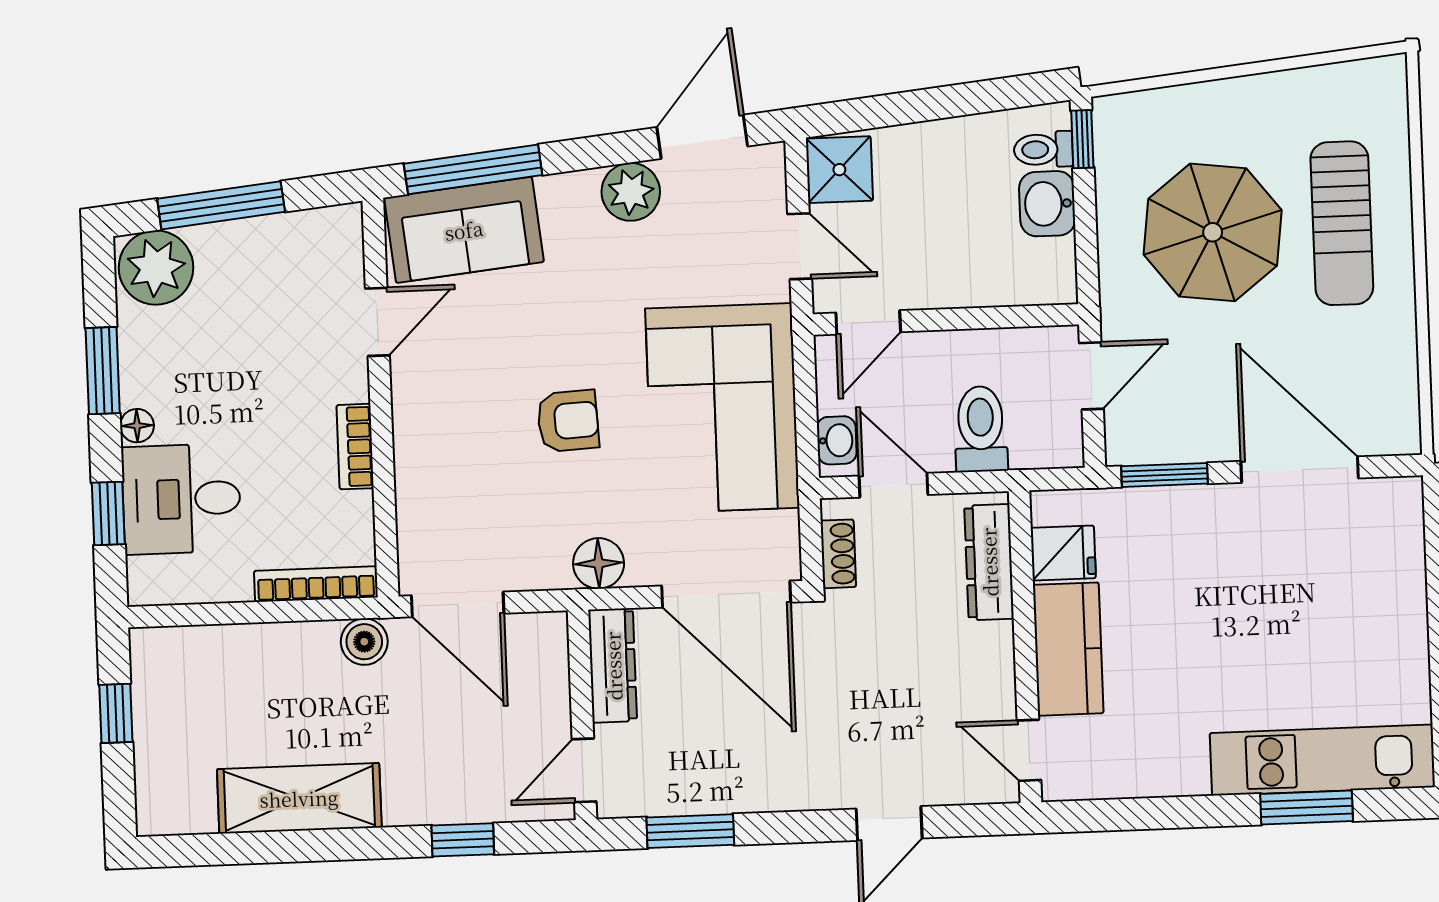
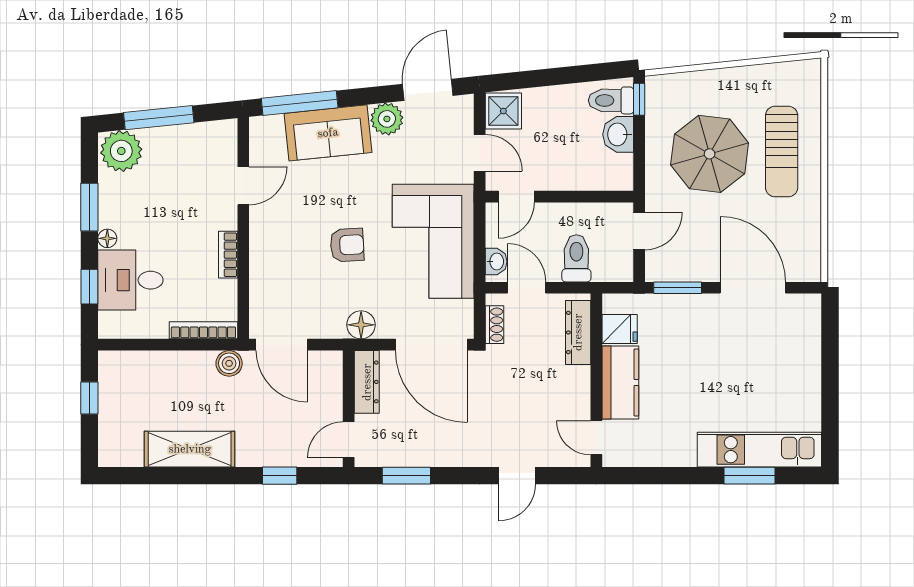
toilet: (1043, 149) -> (611, 100), width x1.37, depth x1.39
sofa: (464, 230) -> (328, 133), moved

